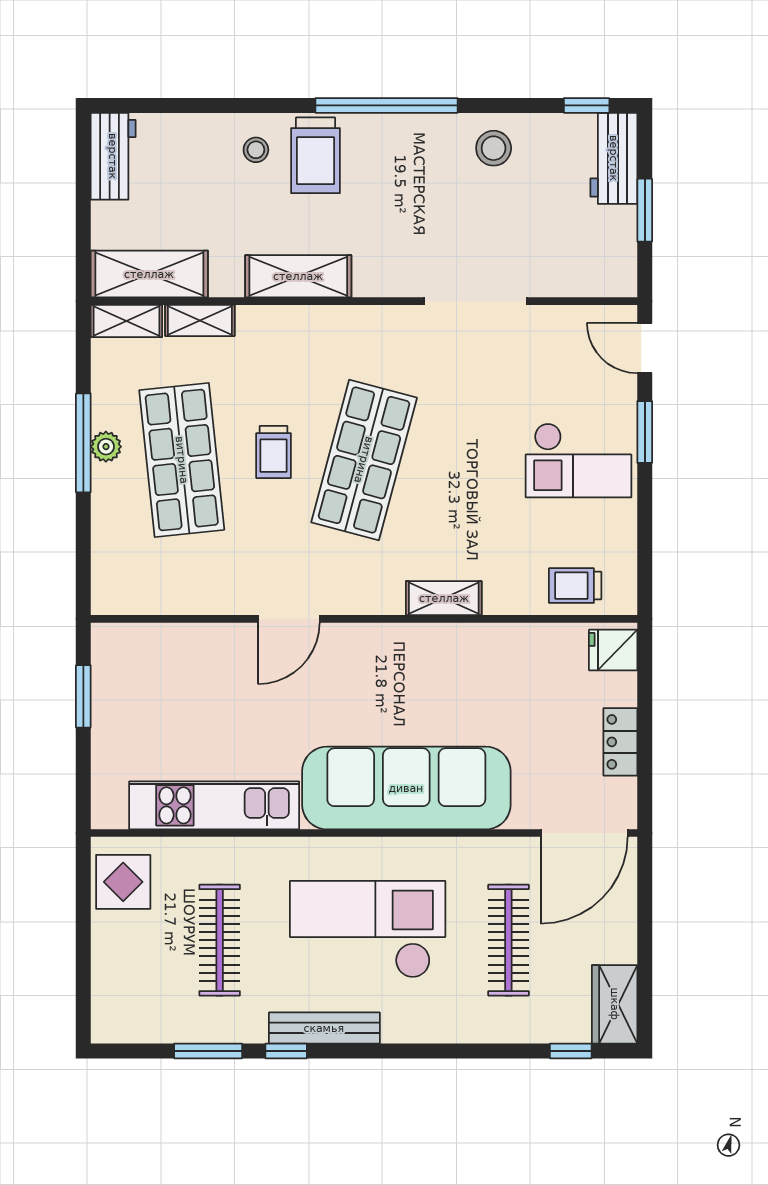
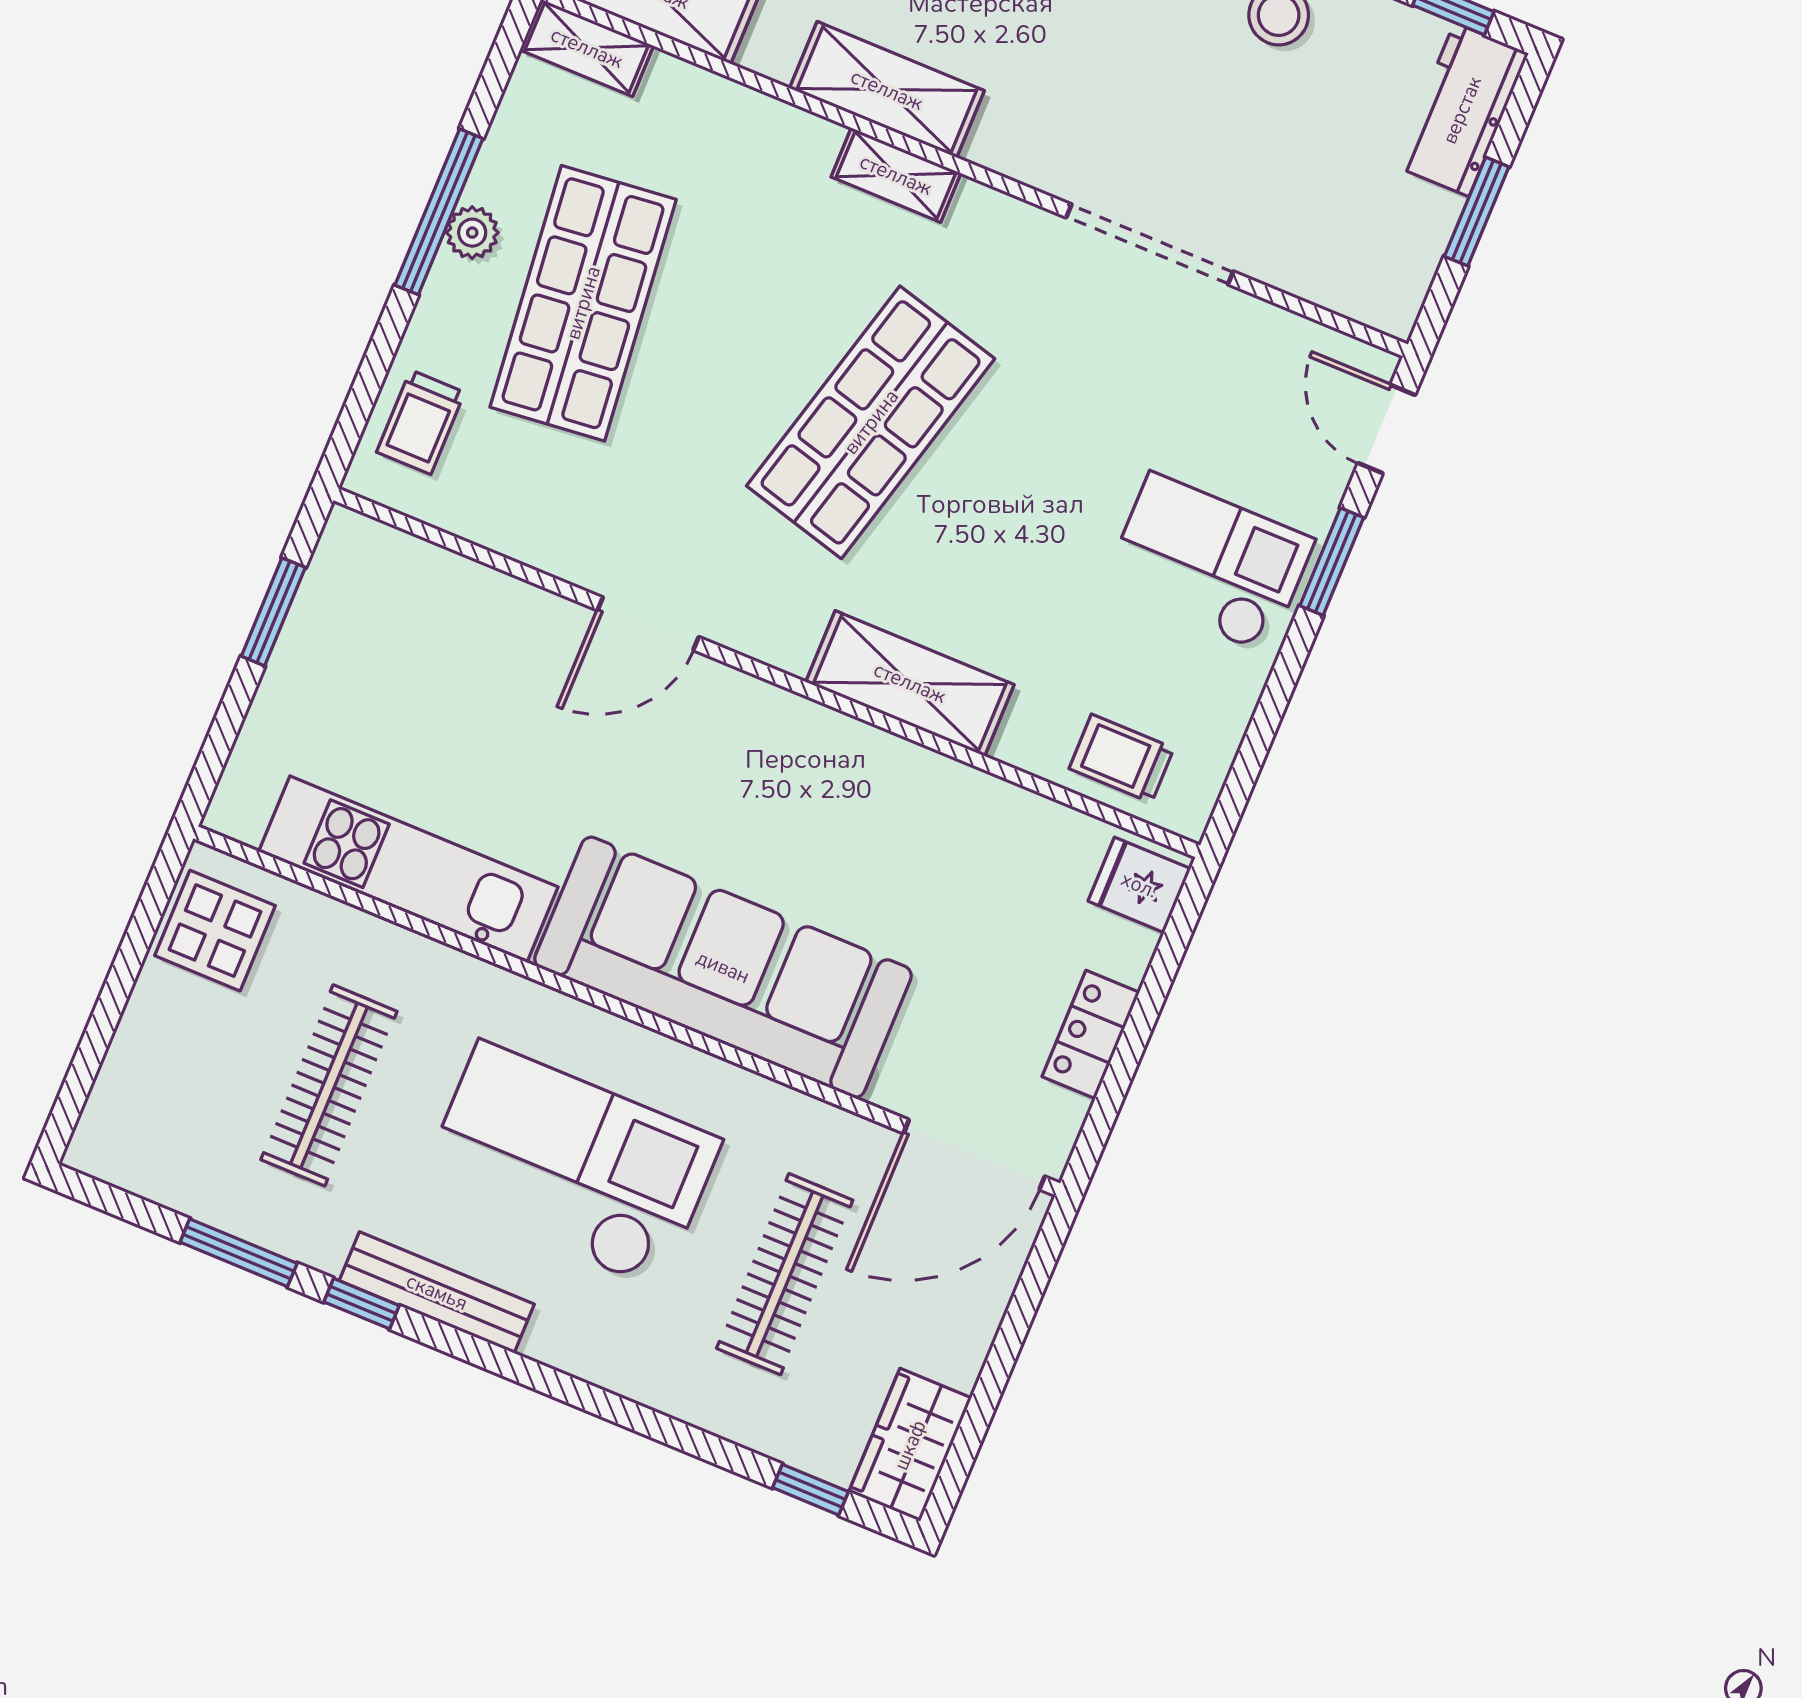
shelving: (200, 320) -> (896, 175), moved
trolley: (273, 452) -> (421, 422), moved
checkout: (578, 460) -> (1209, 563), turned 180
shelving: (444, 598) -> (910, 683), width x1.50, depth x1.33

